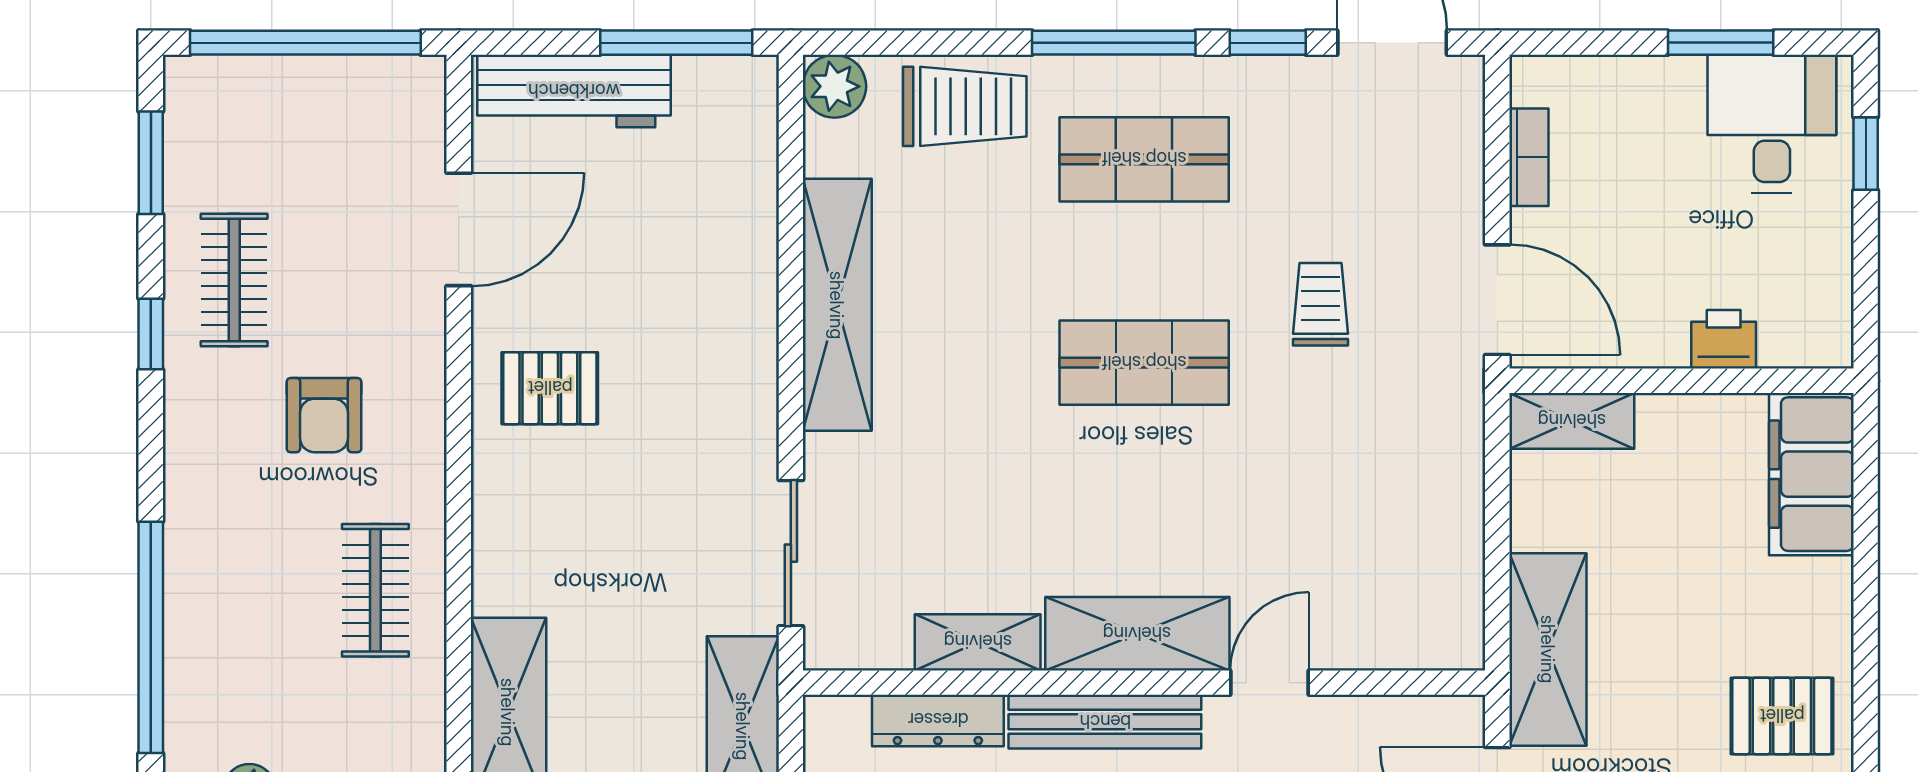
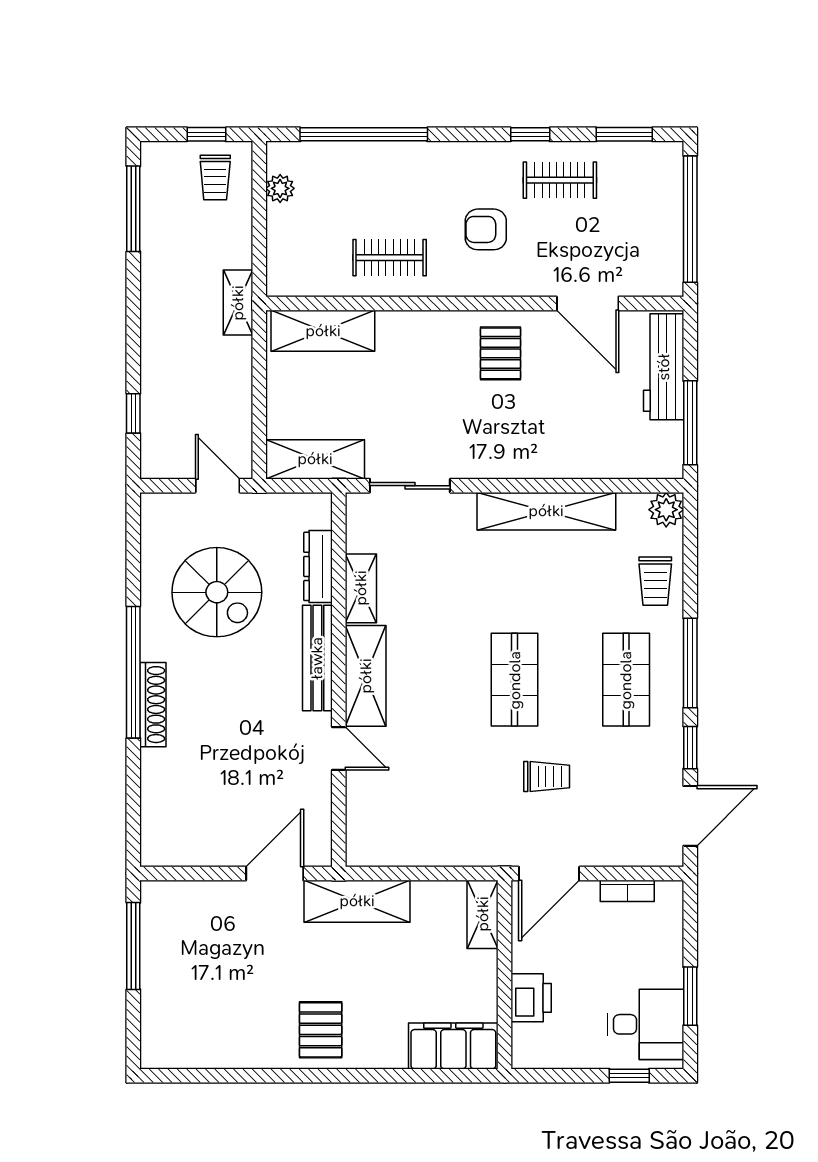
trolley: (965, 106) -> (655, 581), width x0.73, depth x0.72
printer: (1724, 339) -> (531, 998), width x1.36, depth x1.24

